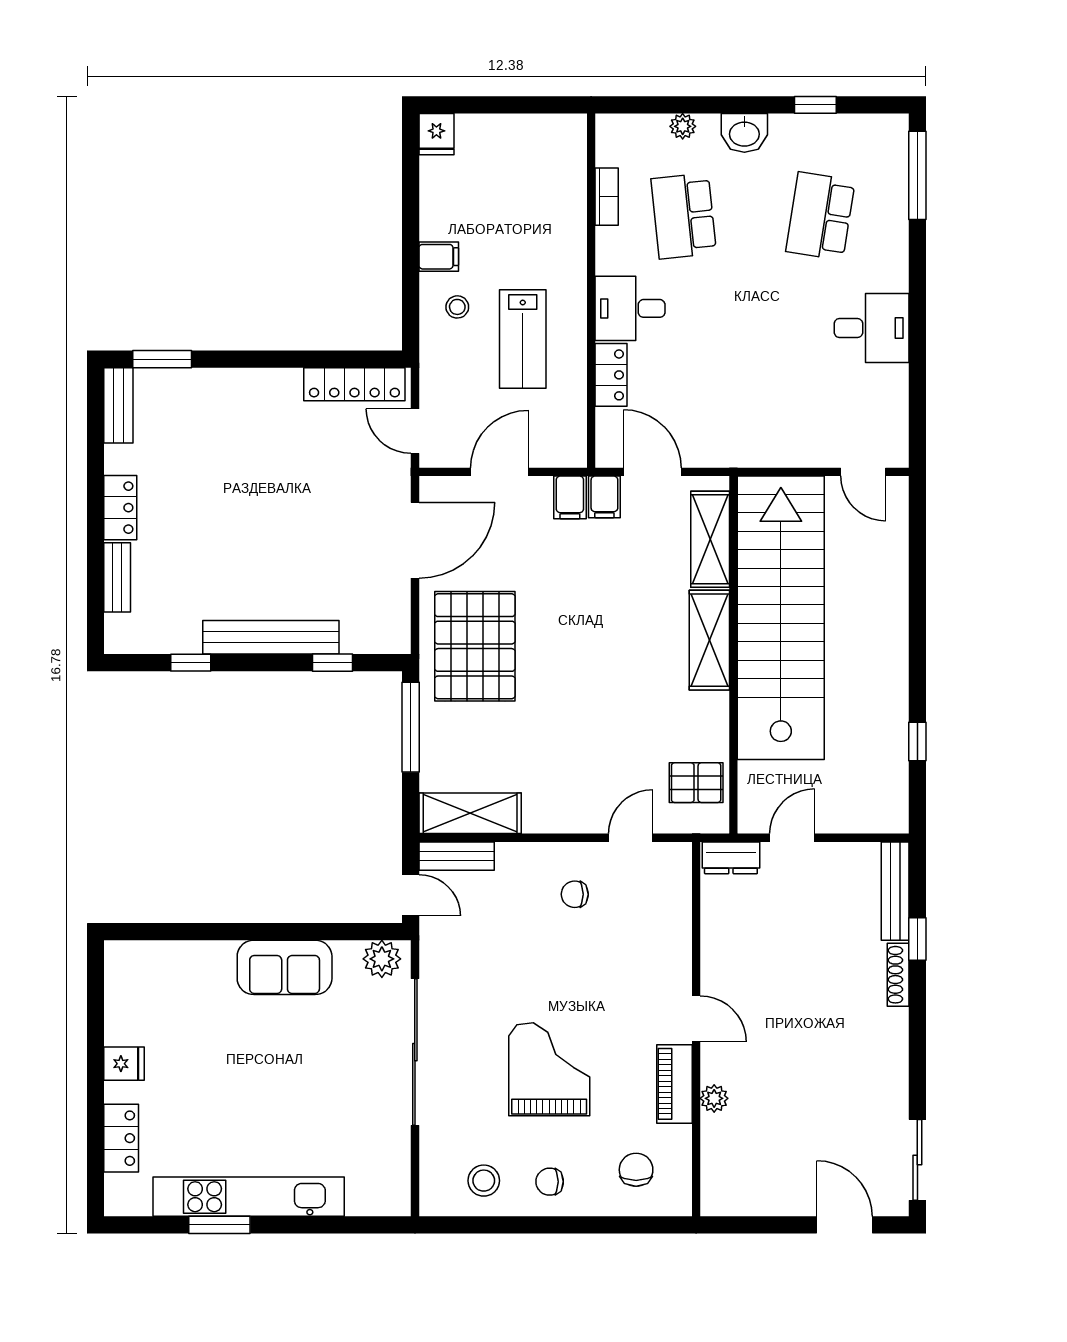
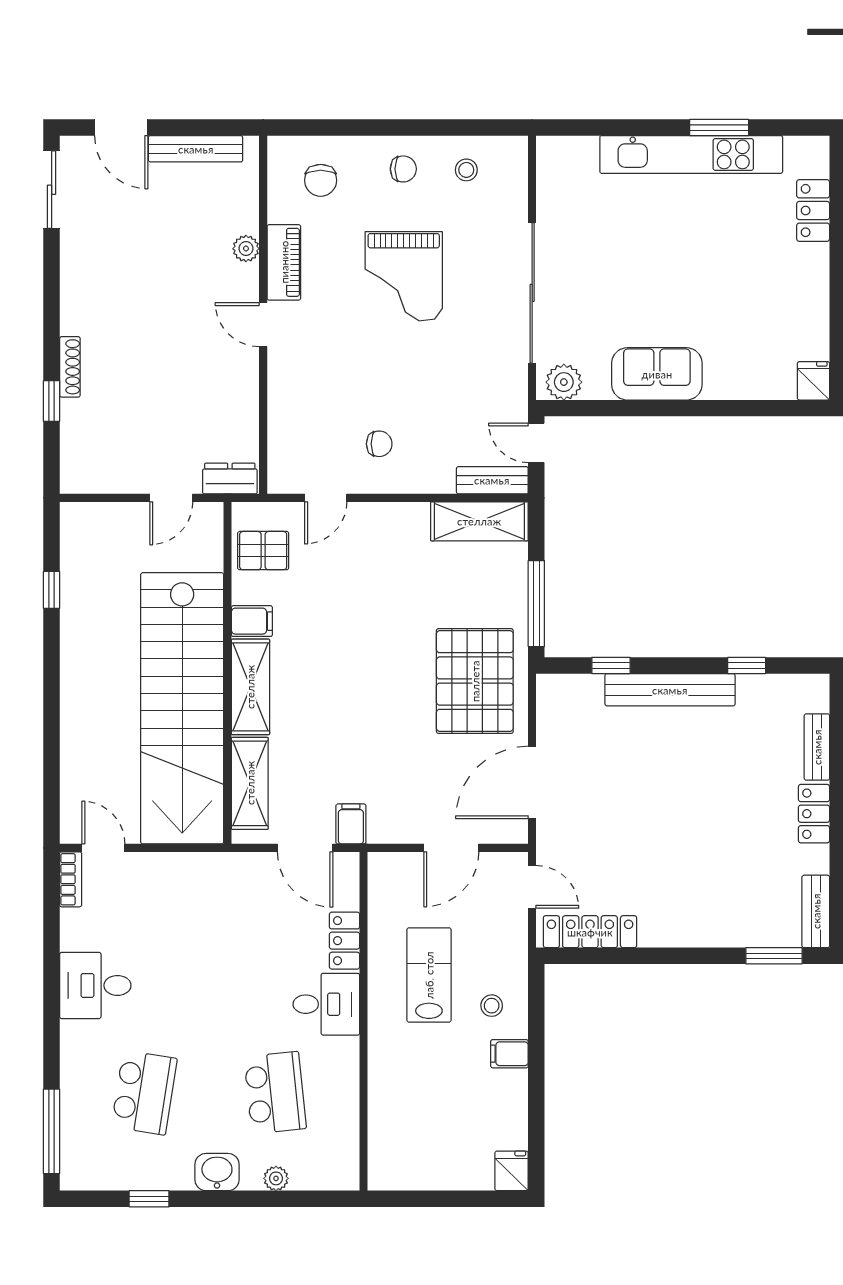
bookcase: (607, 197) -> (71, 879), moved, turned 180
filing cabinet: (570, 497) -> (252, 621), moved, turned 90
bench: (895, 891) -> (196, 149), moved, turned 90
fridge: (124, 1064) -> (813, 381), moved, turned 90
stool: (484, 1181) -> (466, 170), width x0.73, depth x0.73

